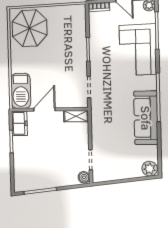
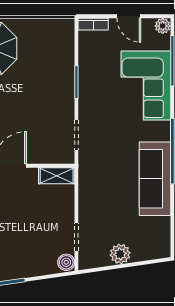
plant: (150, 169) -> (120, 254), moved

